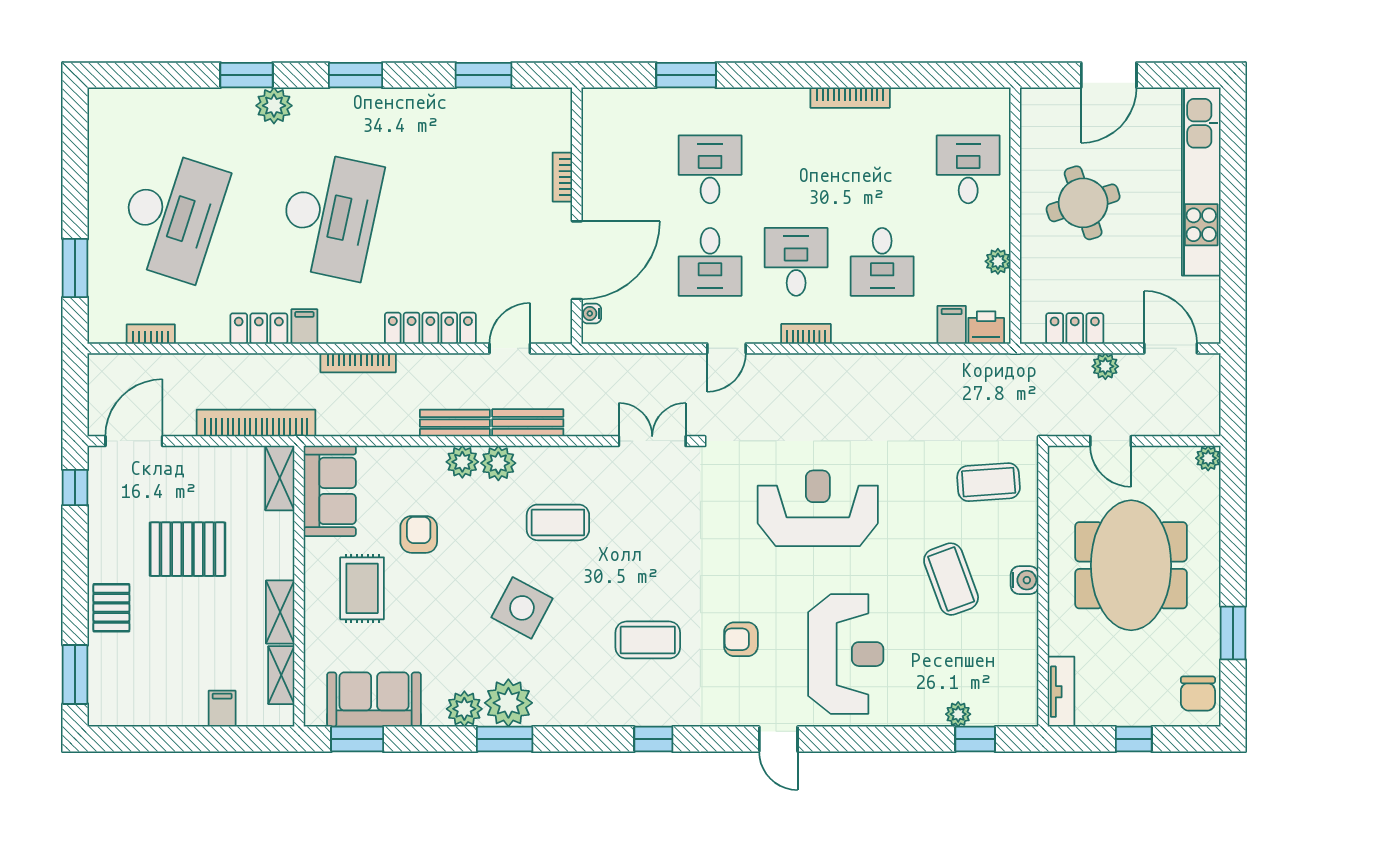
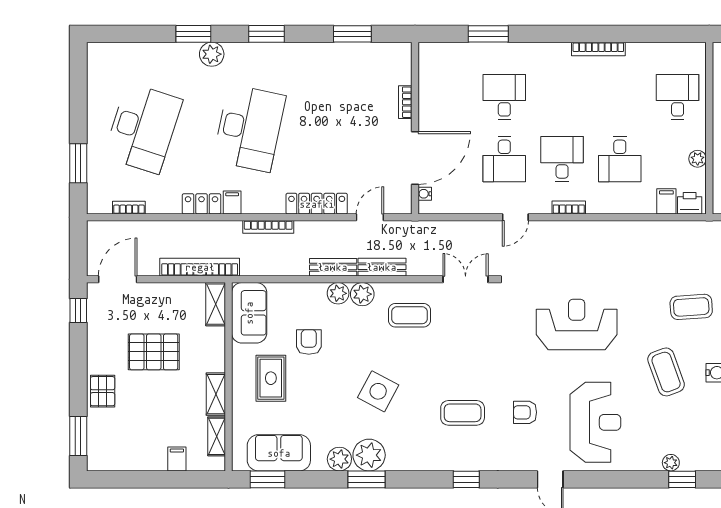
coffee table: (558, 522) -> (409, 315), moved

